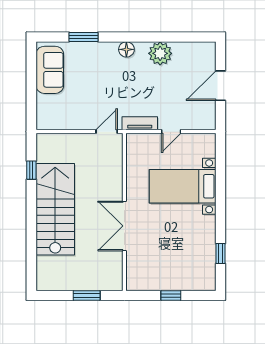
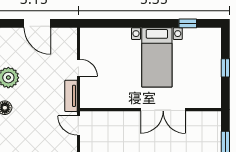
bed with nightstands: (183, 186) -> (157, 57), moved

